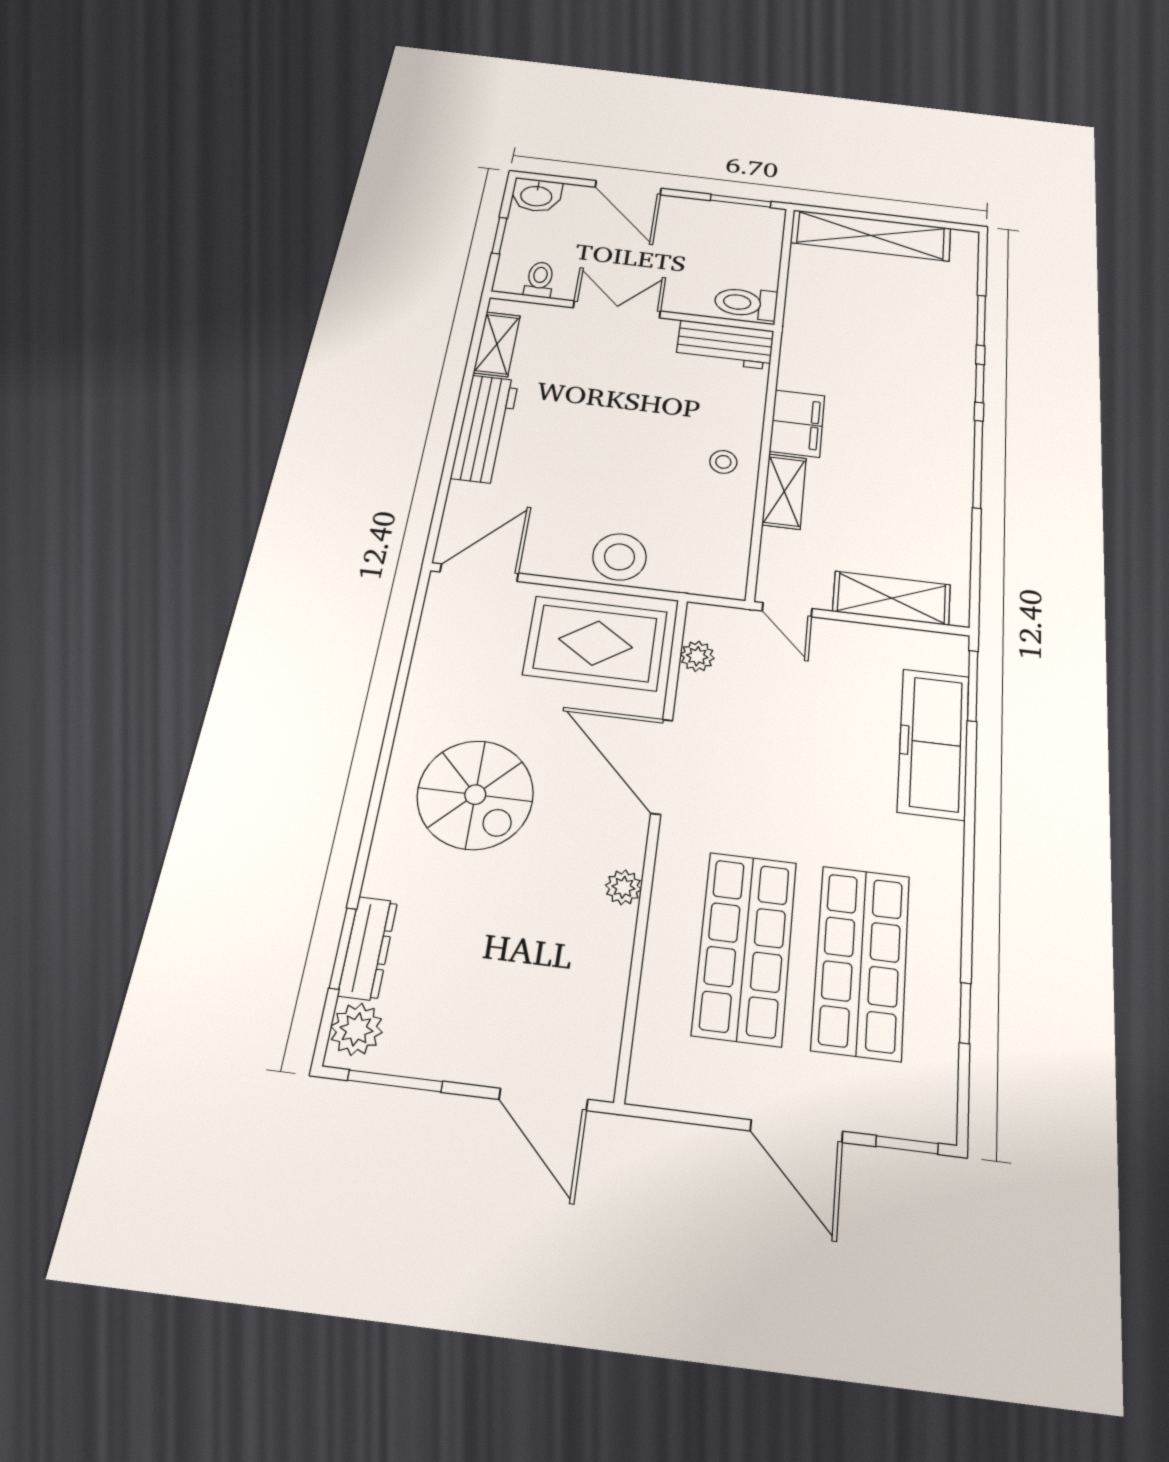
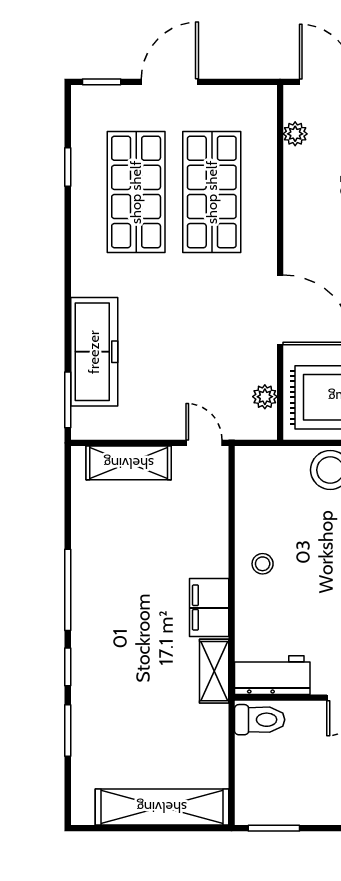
shelving: (784, 491) -> (214, 671), moved
plant: (623, 887) -> (295, 134), moved
door: (797, 1131) -> (170, 82), hinge flipped

